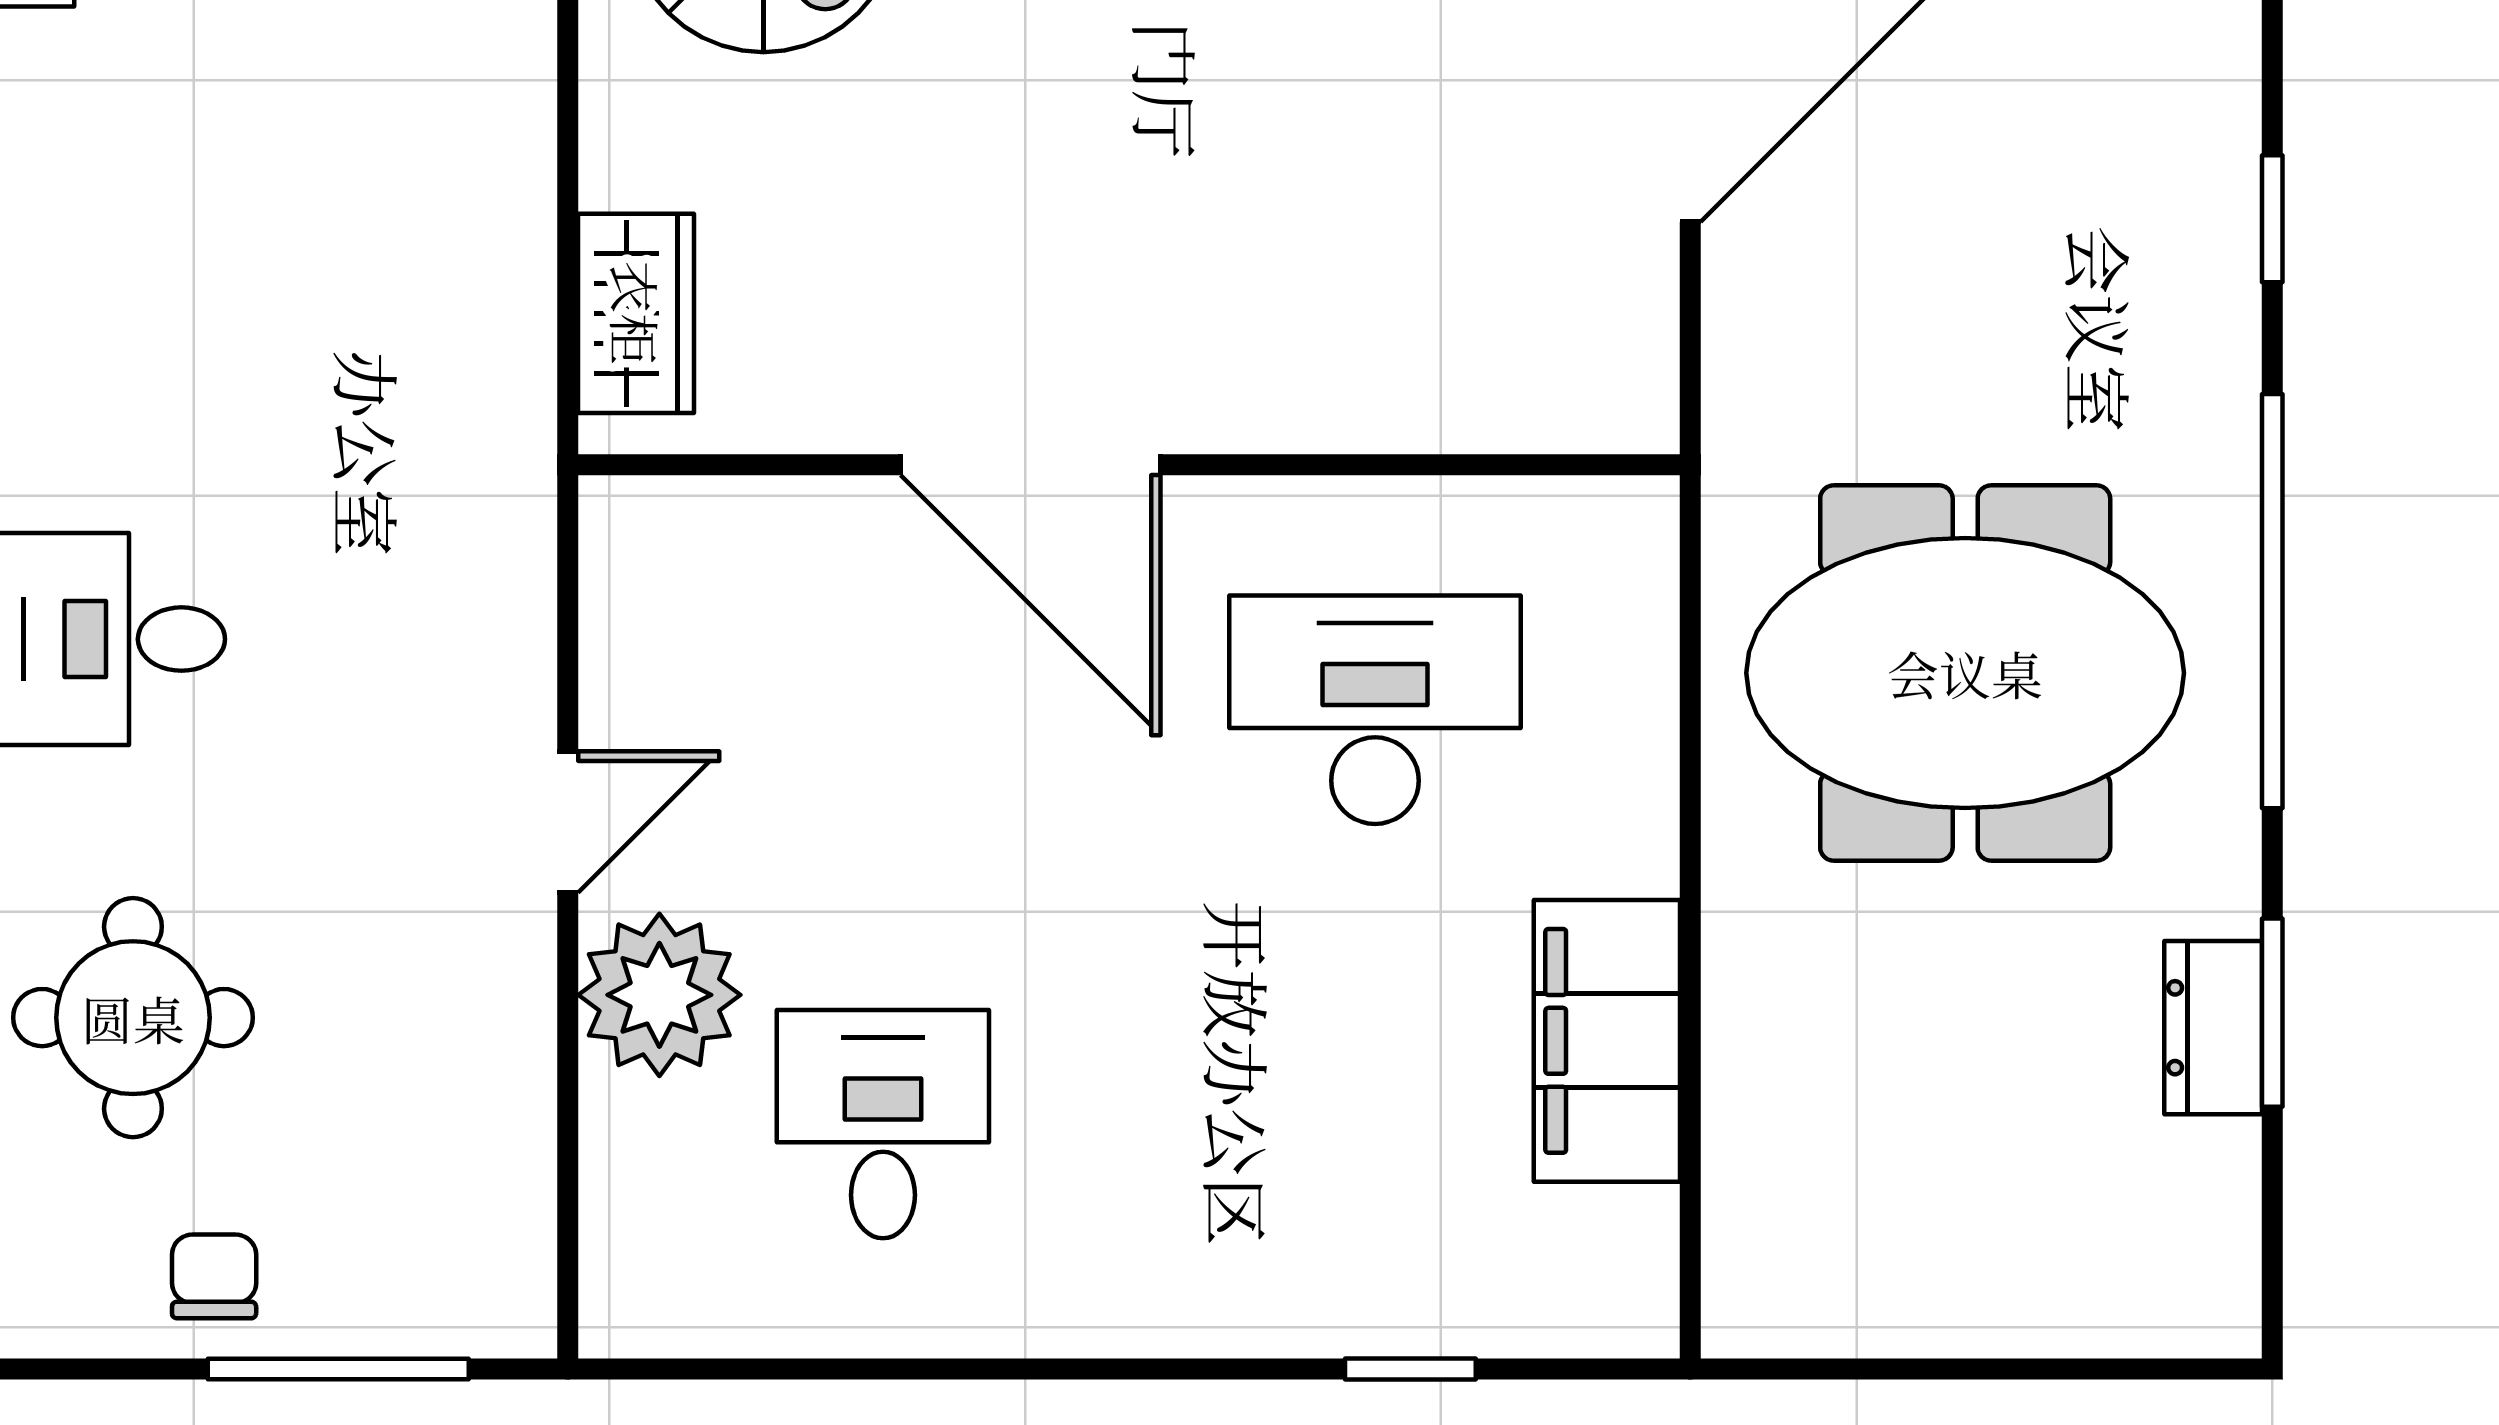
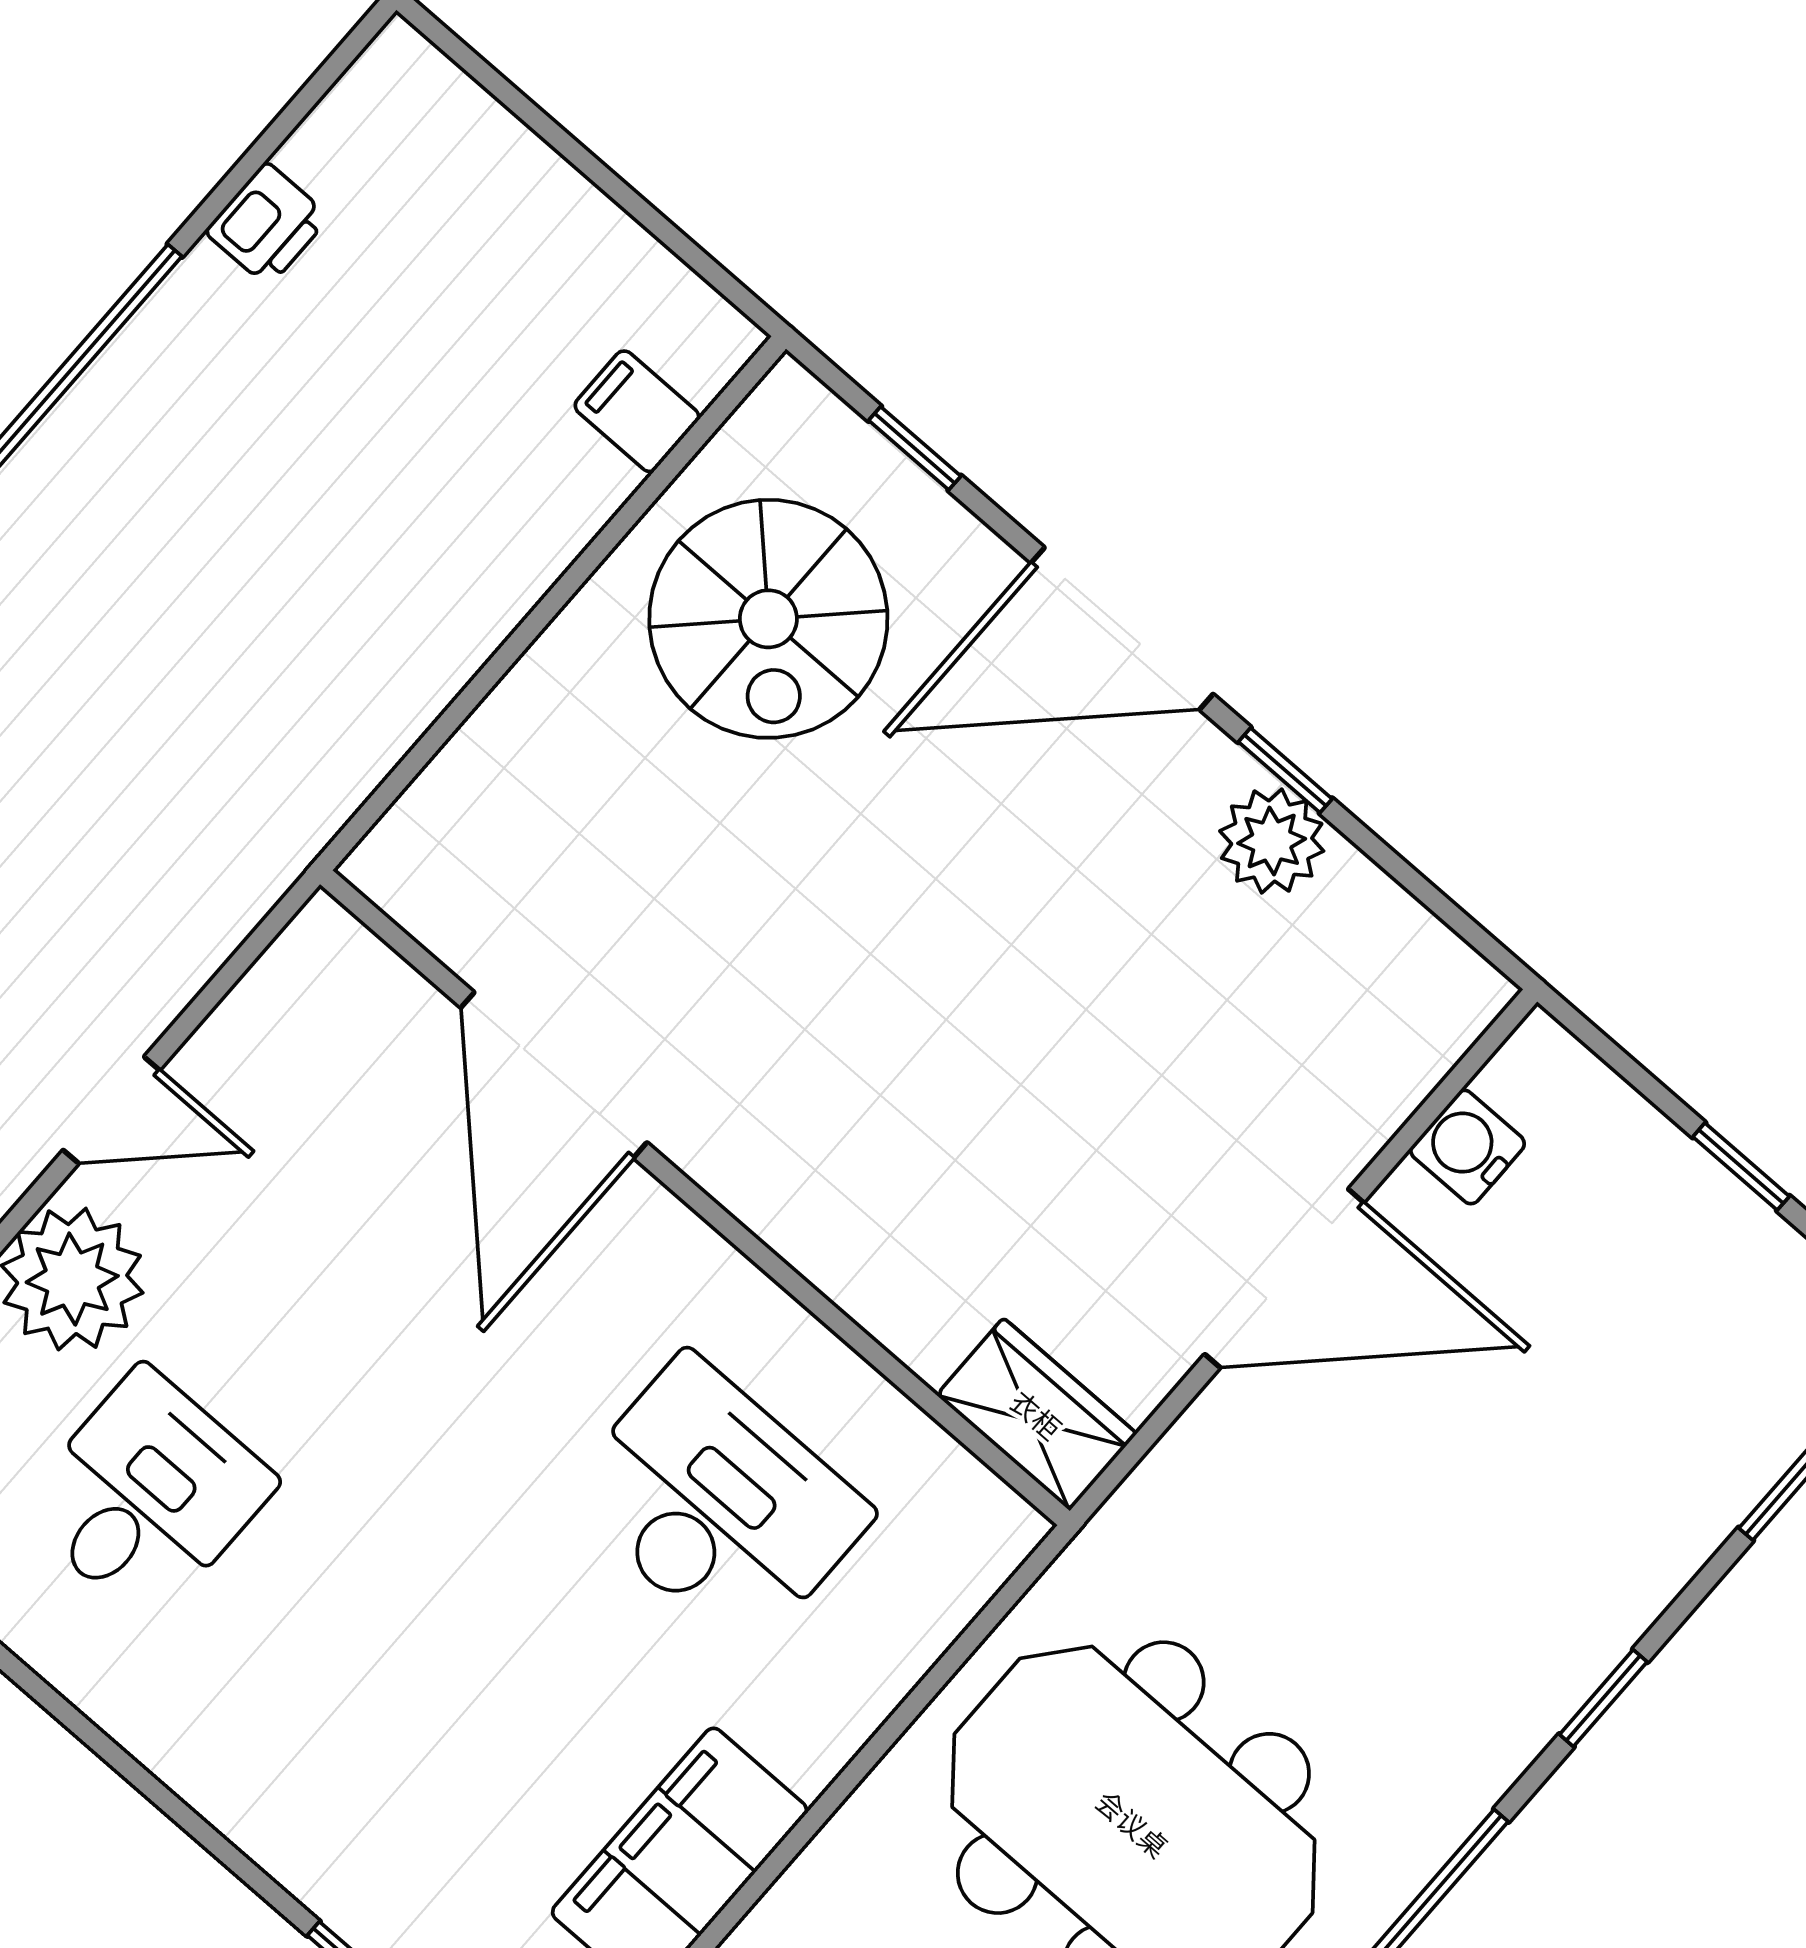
wardrobe: (636, 313) -> (1037, 1414), moved, turned -90
door: (1031, 465) -> (554, 1075), moved

